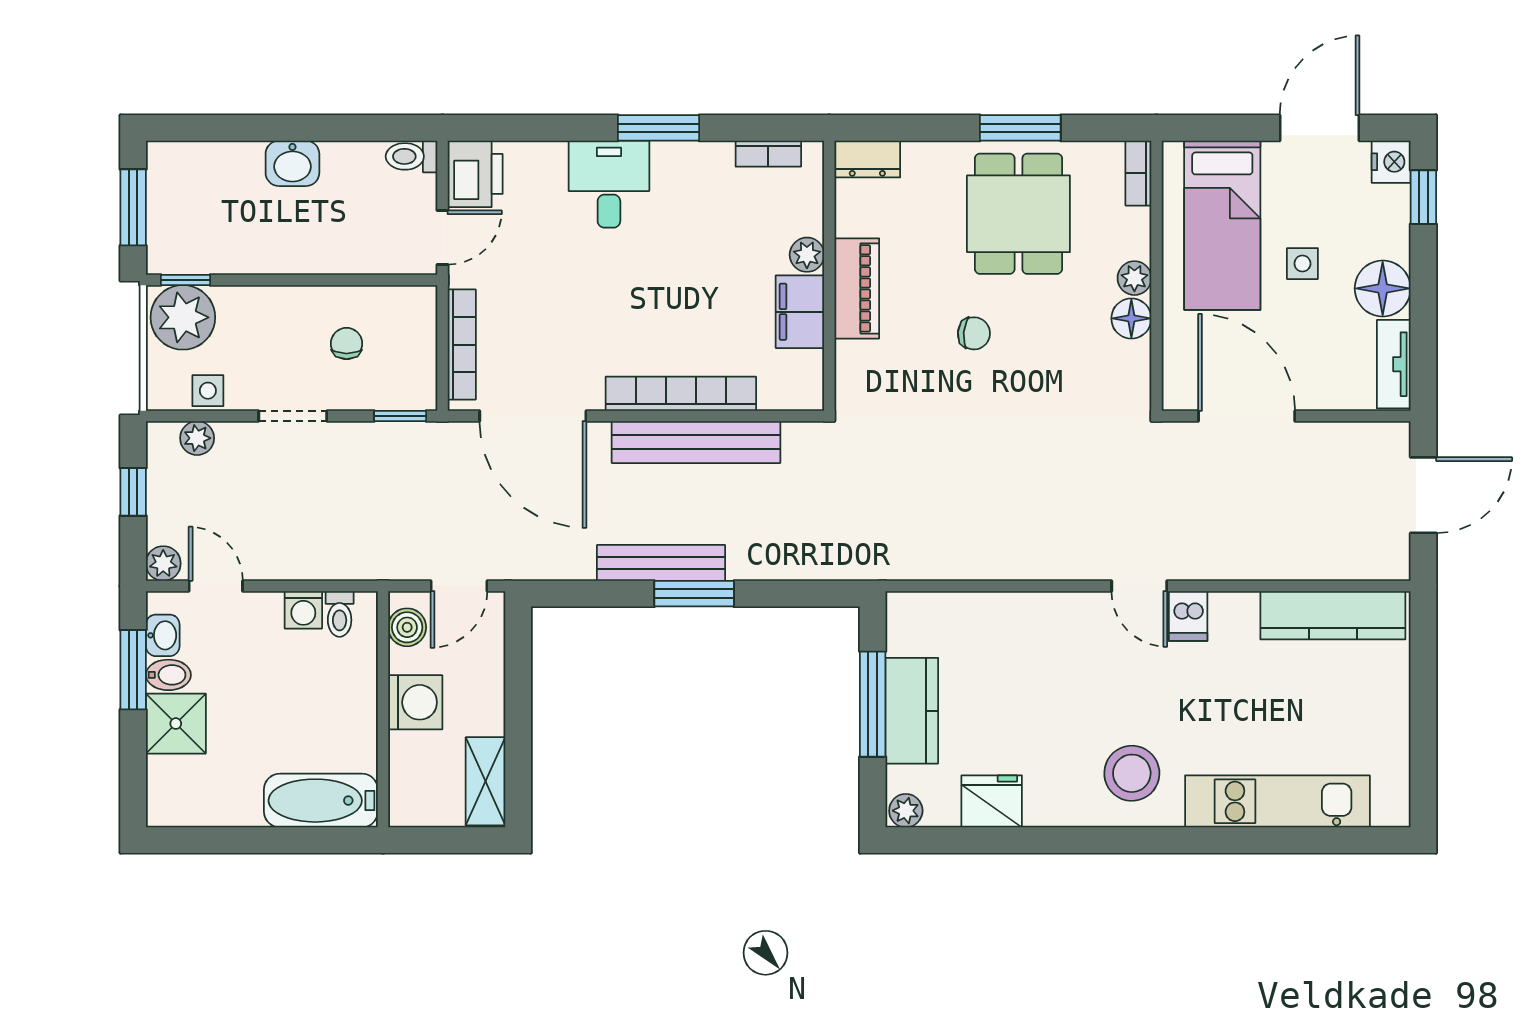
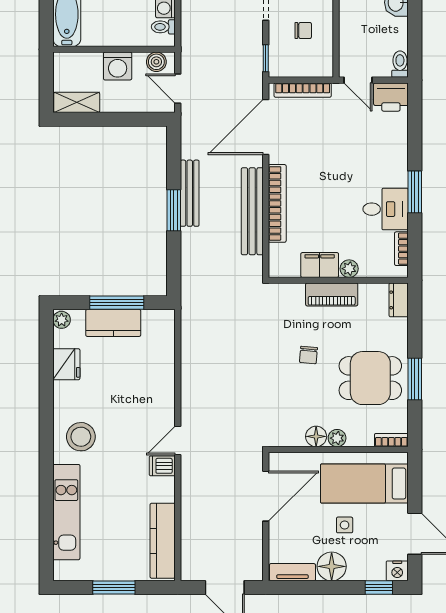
desk: (609, 184) -> (386, 209), moved
window: (1423, 709) -> (114, 588), added

